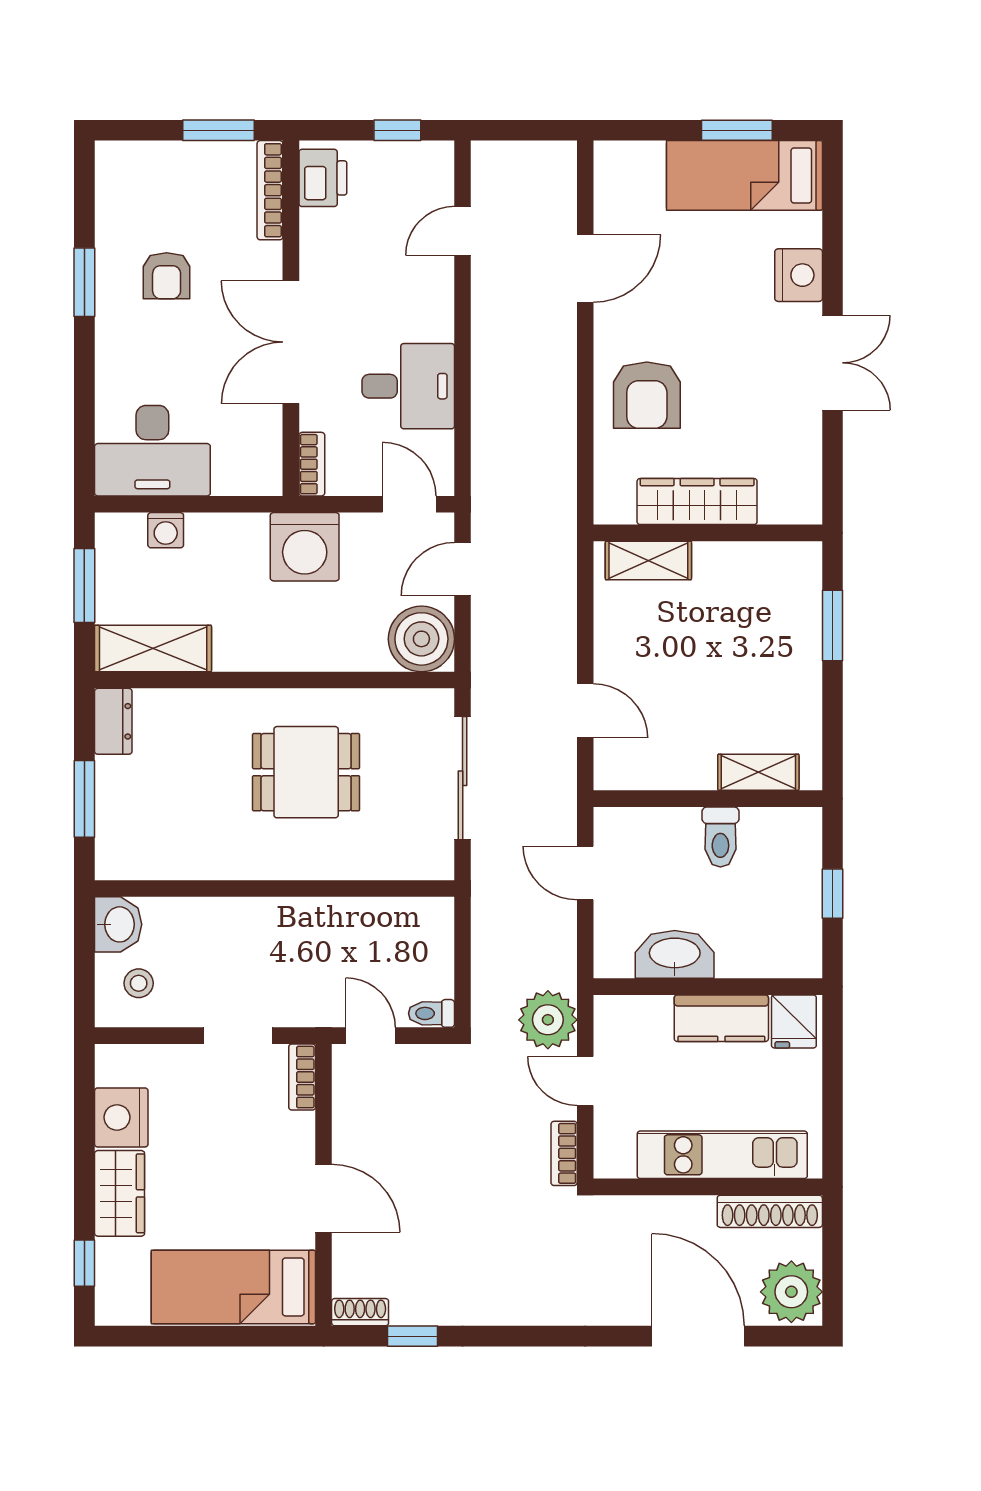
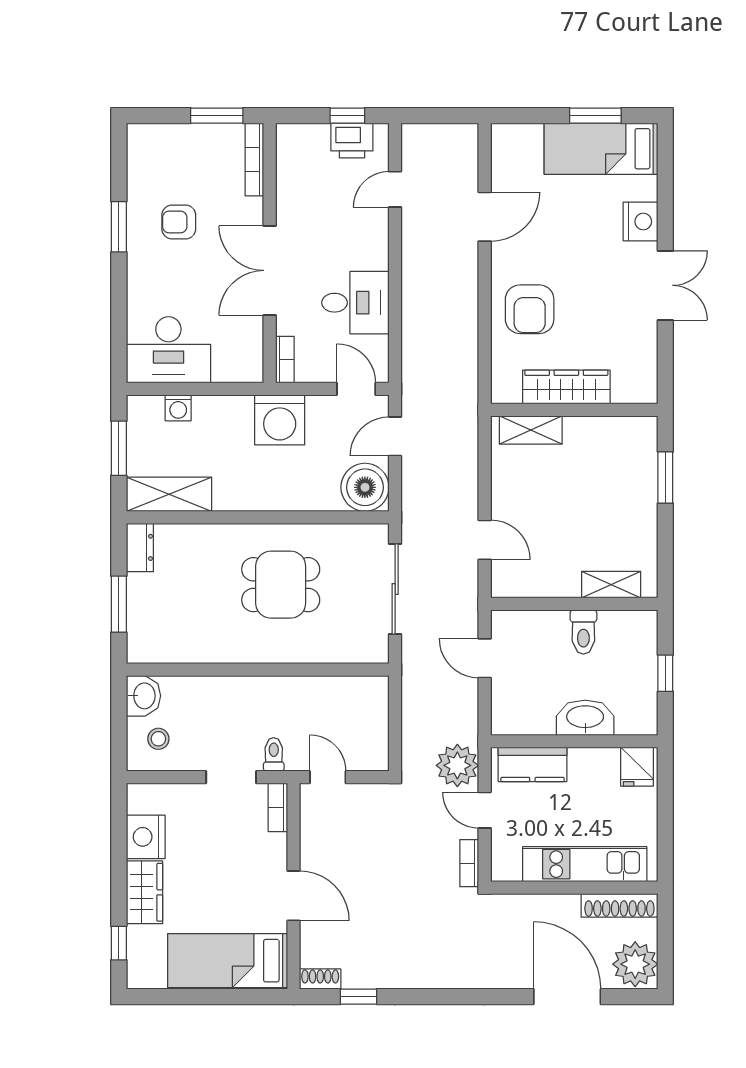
printer: (323, 178) -> (352, 141), moved, turned 90
armchair: (167, 276) -> (179, 222), turned 90
washbasin: (675, 954) -> (585, 718), moved
toilet: (431, 1013) -> (274, 754), moved, turned 90
kitchen counter: (721, 1018) -> (532, 764), moved

